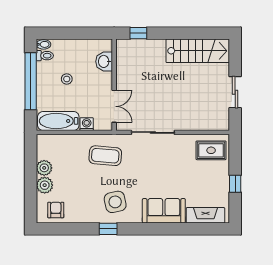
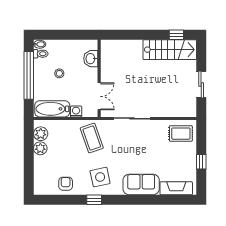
window: (138, 33) -> (176, 35), moved
coffee table: (105, 156) -> (92, 138), turned 66
plant: (45, 185) -> (41, 134), moved
armchair: (56, 210) -> (66, 184), moved

